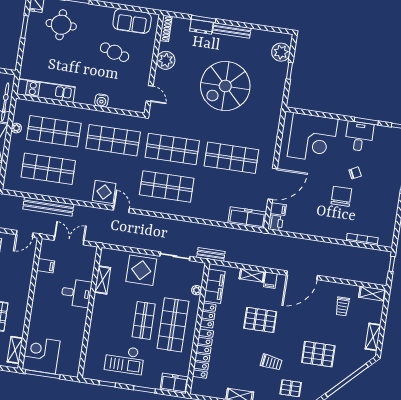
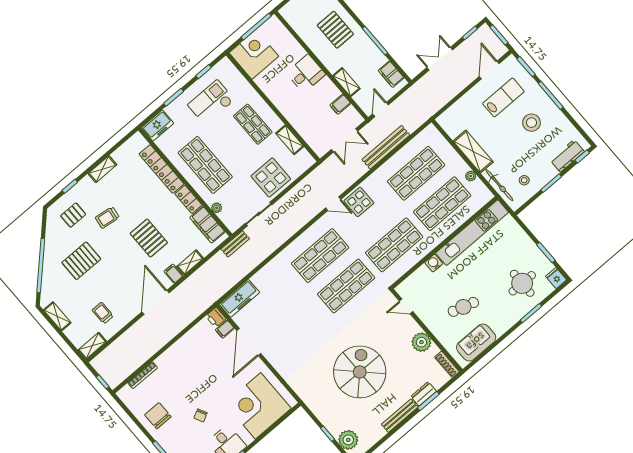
kitchen unit: (46, 90) -> (472, 233), width x1.36
shop shelf: (231, 158) -> (298, 327), removed
chair: (341, 196) -> (158, 416), moved, turned 180
desk: (76, 293) -> (306, 74), moved, turned 180
shop shelf: (144, 320) -> (253, 124), moved
pallet: (260, 320) -> (149, 238), turned 90
shelving: (15, 350) -> (346, 82), moved
corner desk: (41, 355) -> (254, 55), moved, turned -90

